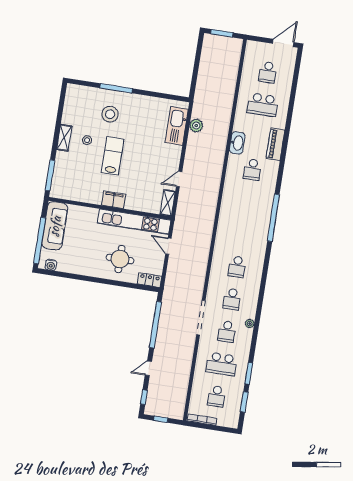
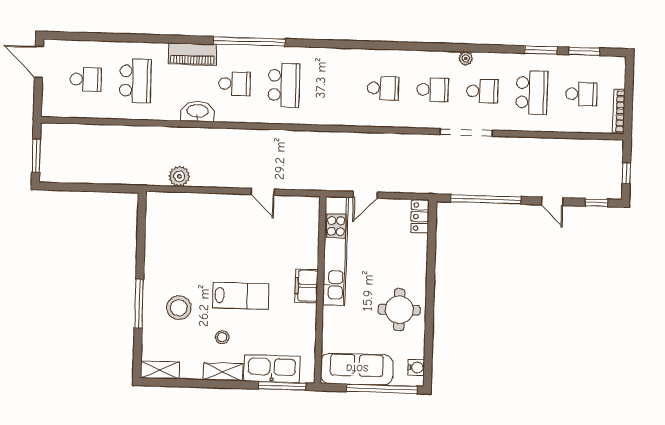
kitchen sink: (177, 126) -> (272, 369), moved, turned 180
lab bench: (113, 156) -> (241, 296), turned 180
school desk: (247, 202) -> (284, 85), added
shelving: (168, 203) -> (160, 370), moved
window: (273, 218) -> (249, 41), moved
round table: (120, 259) -> (399, 310), moved

